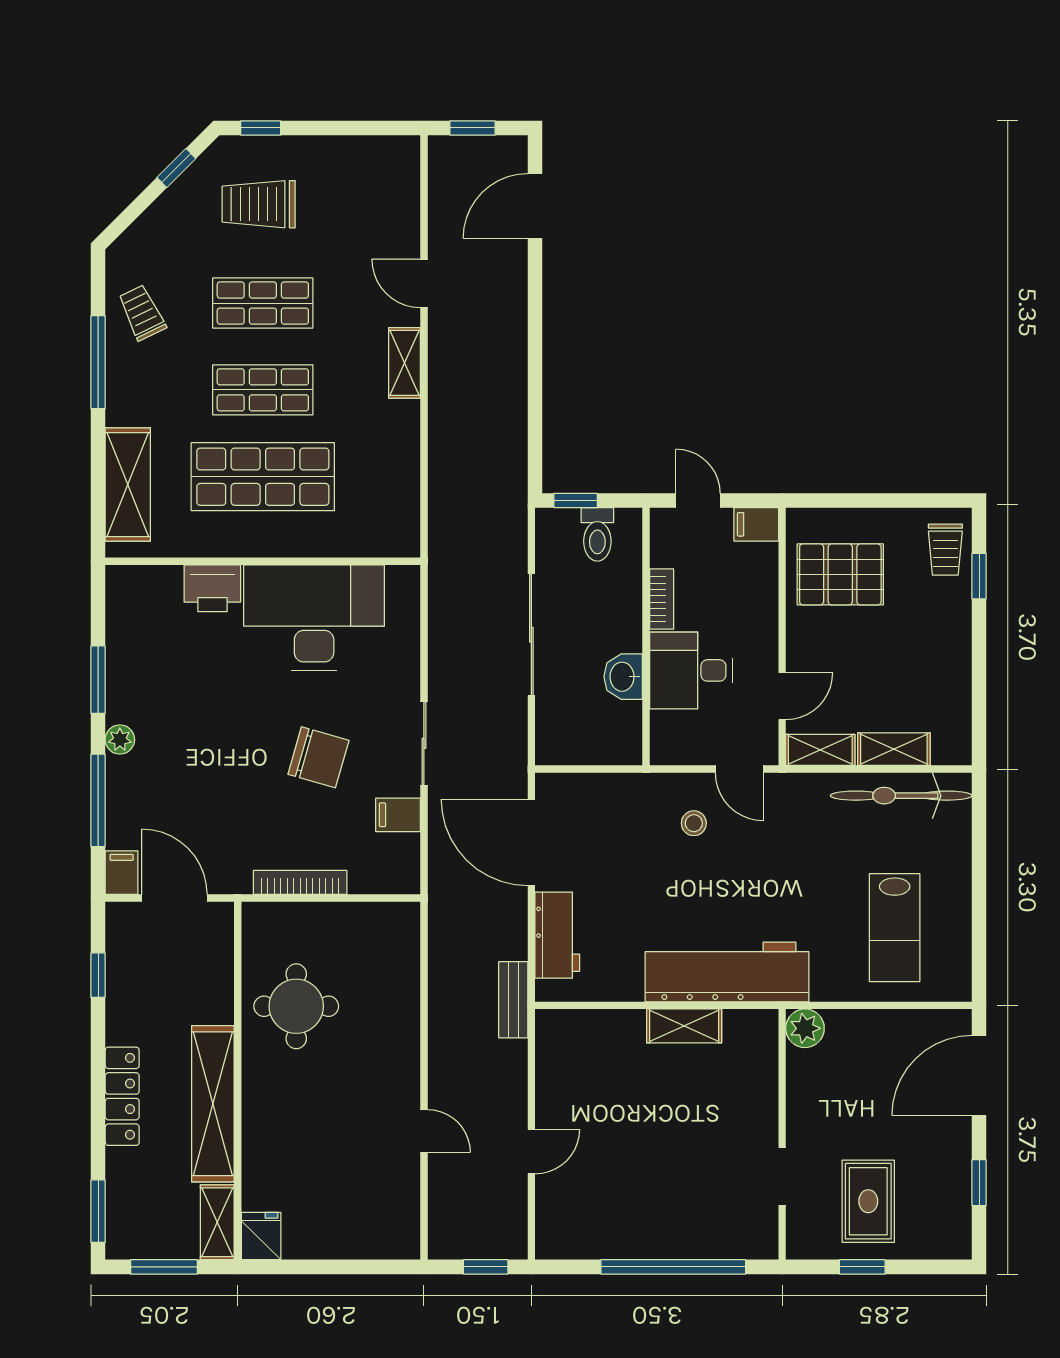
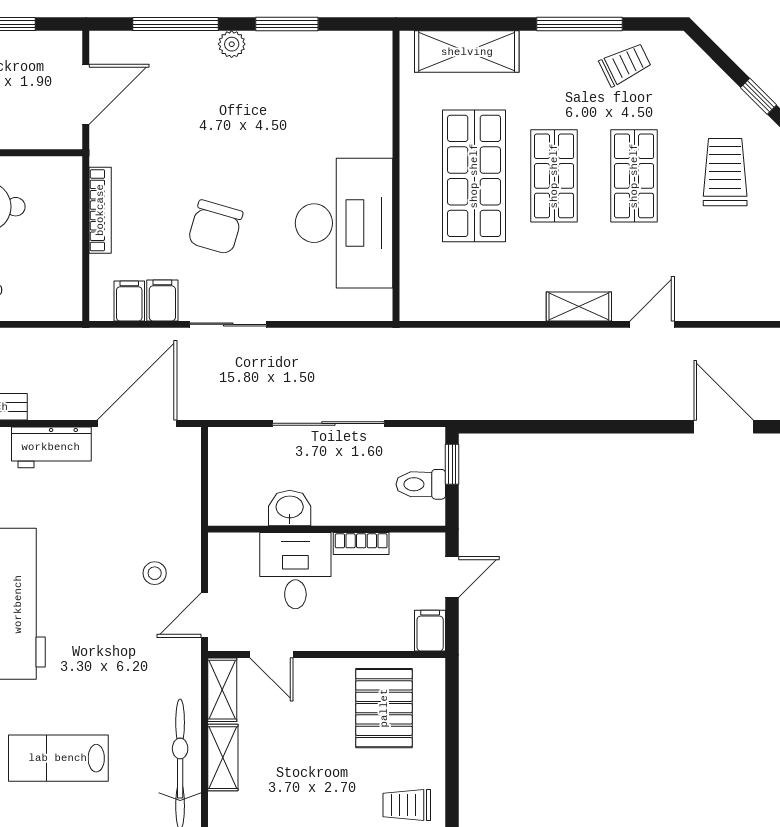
printer: (212, 588) -> (371, 129), removed
filing cabinet: (122, 873) -> (129, 301), moved, turned -90

